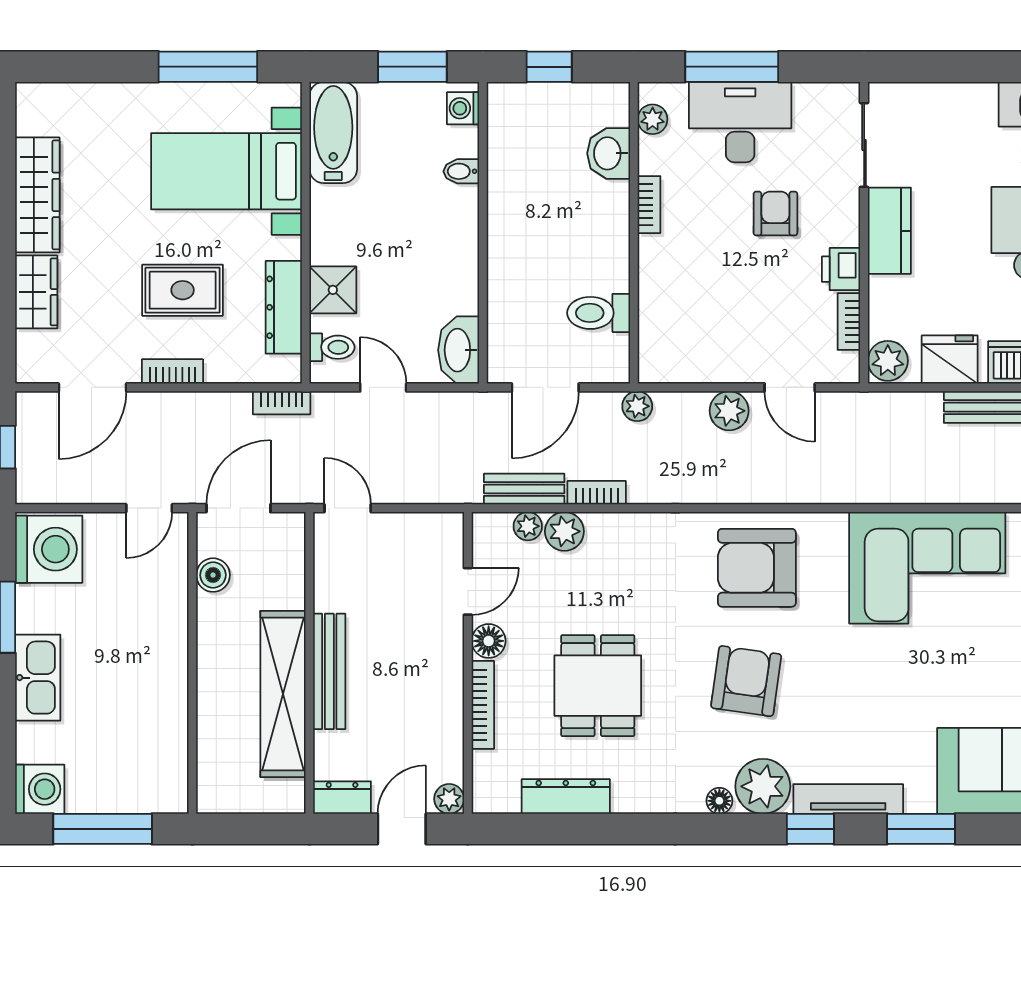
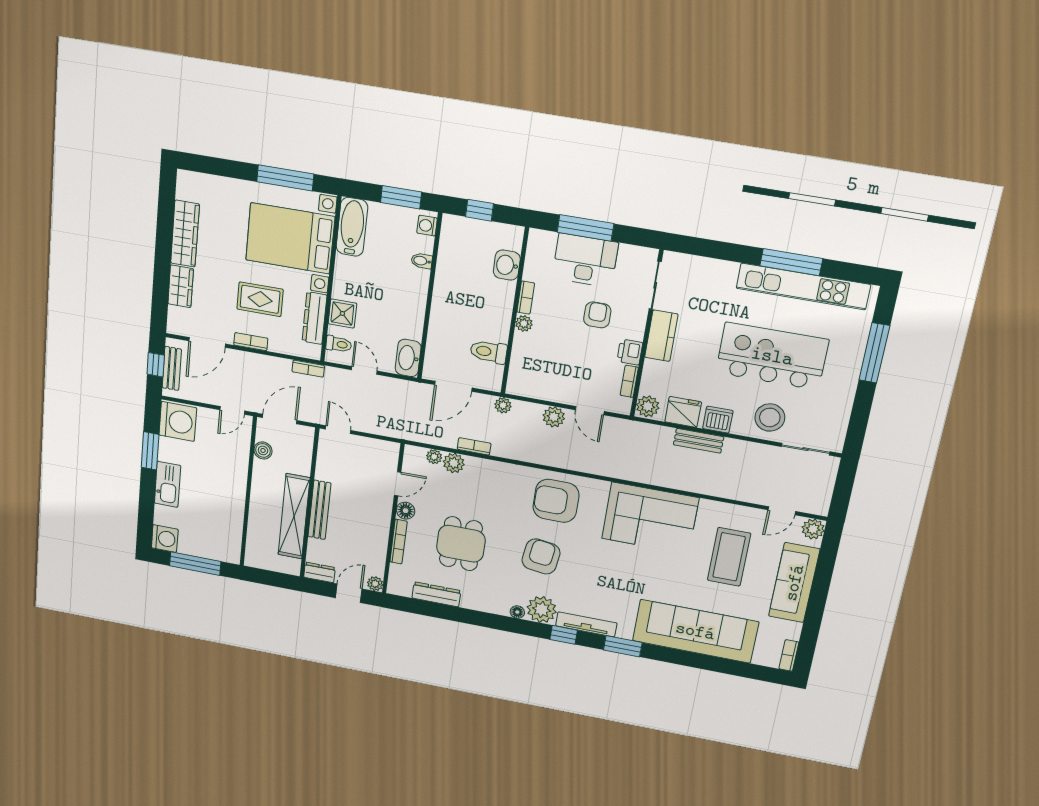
plant: (653, 119) -> (524, 323), moved
bed with nightstands: (226, 171) -> (290, 238), width x1.36
bench: (524, 489) -> (172, 368), moved, turned 90

